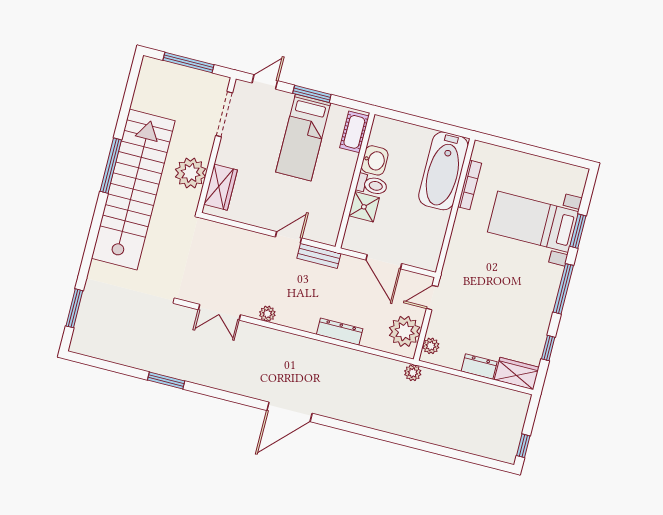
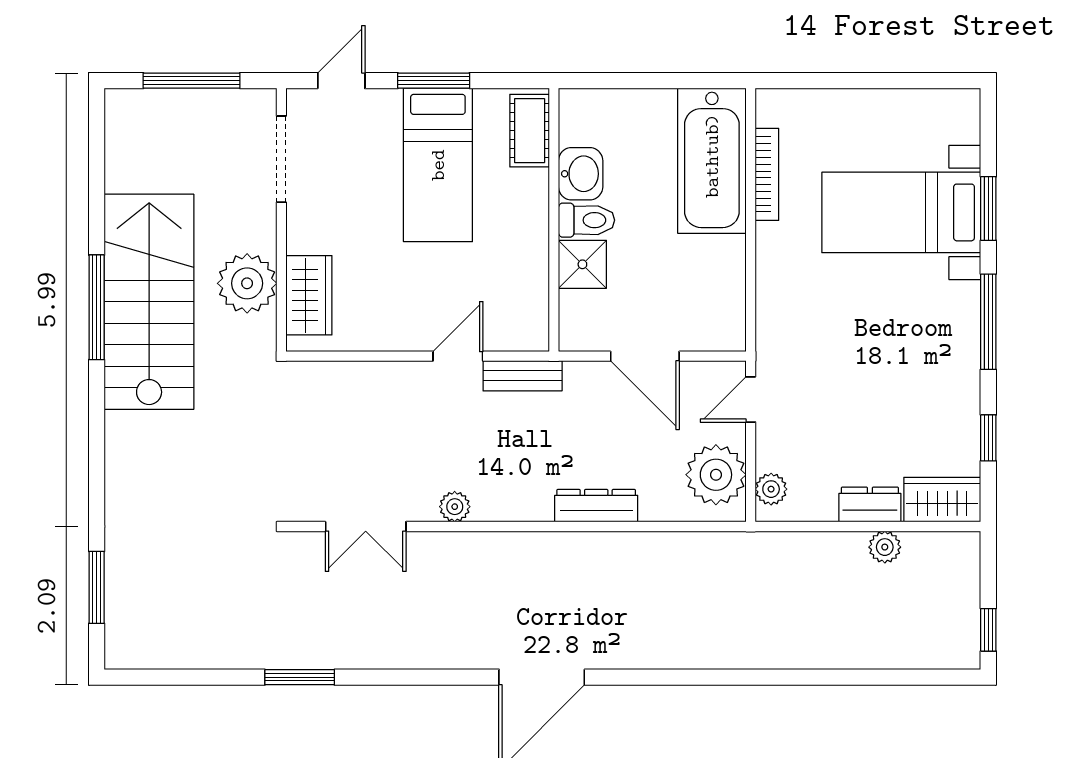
stairs: (133, 190) -> (149, 302), width x0.73
plant: (413, 373) -> (885, 547), moved

